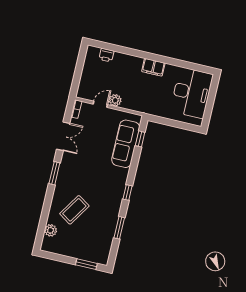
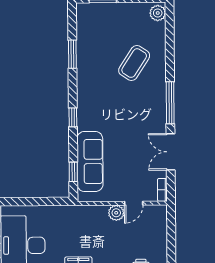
window: (54, 173) -> (170, 103), width x1.44
window: (127, 193) -> (73, 117), moved
plant: (51, 230) -> (158, 13), moved

